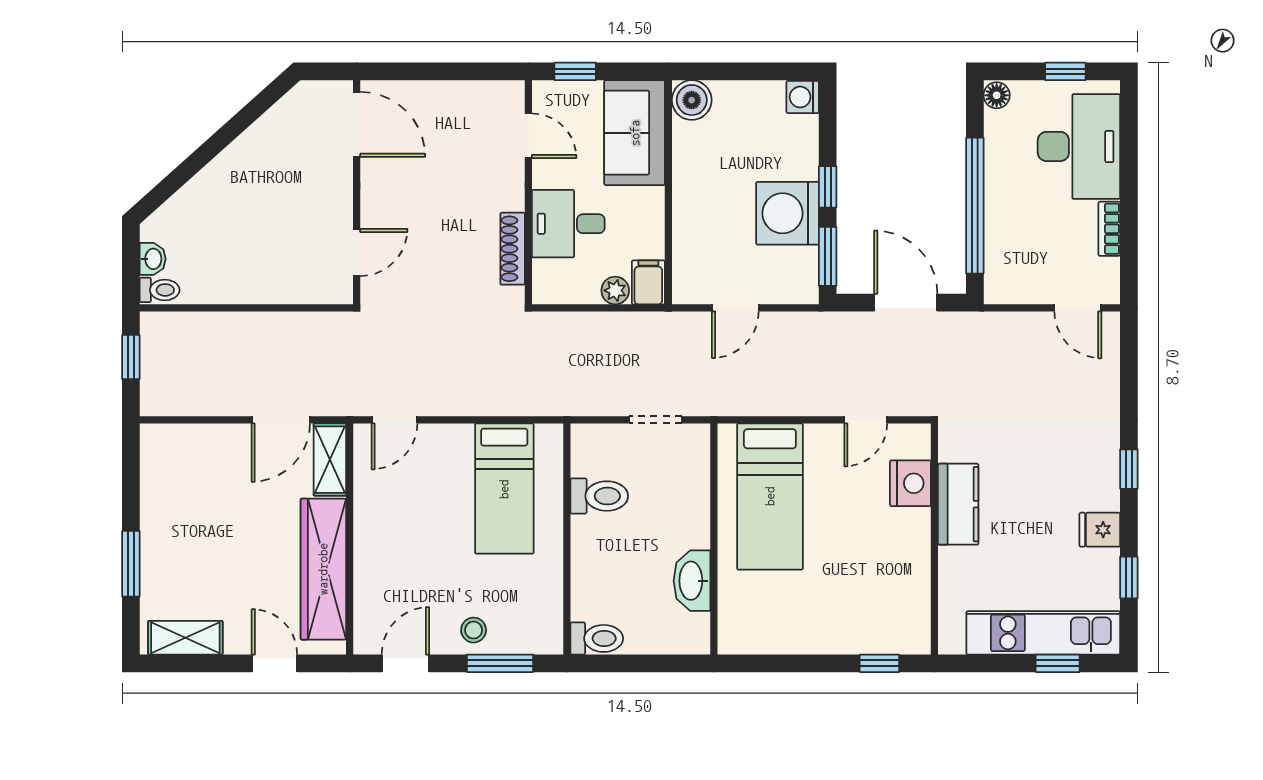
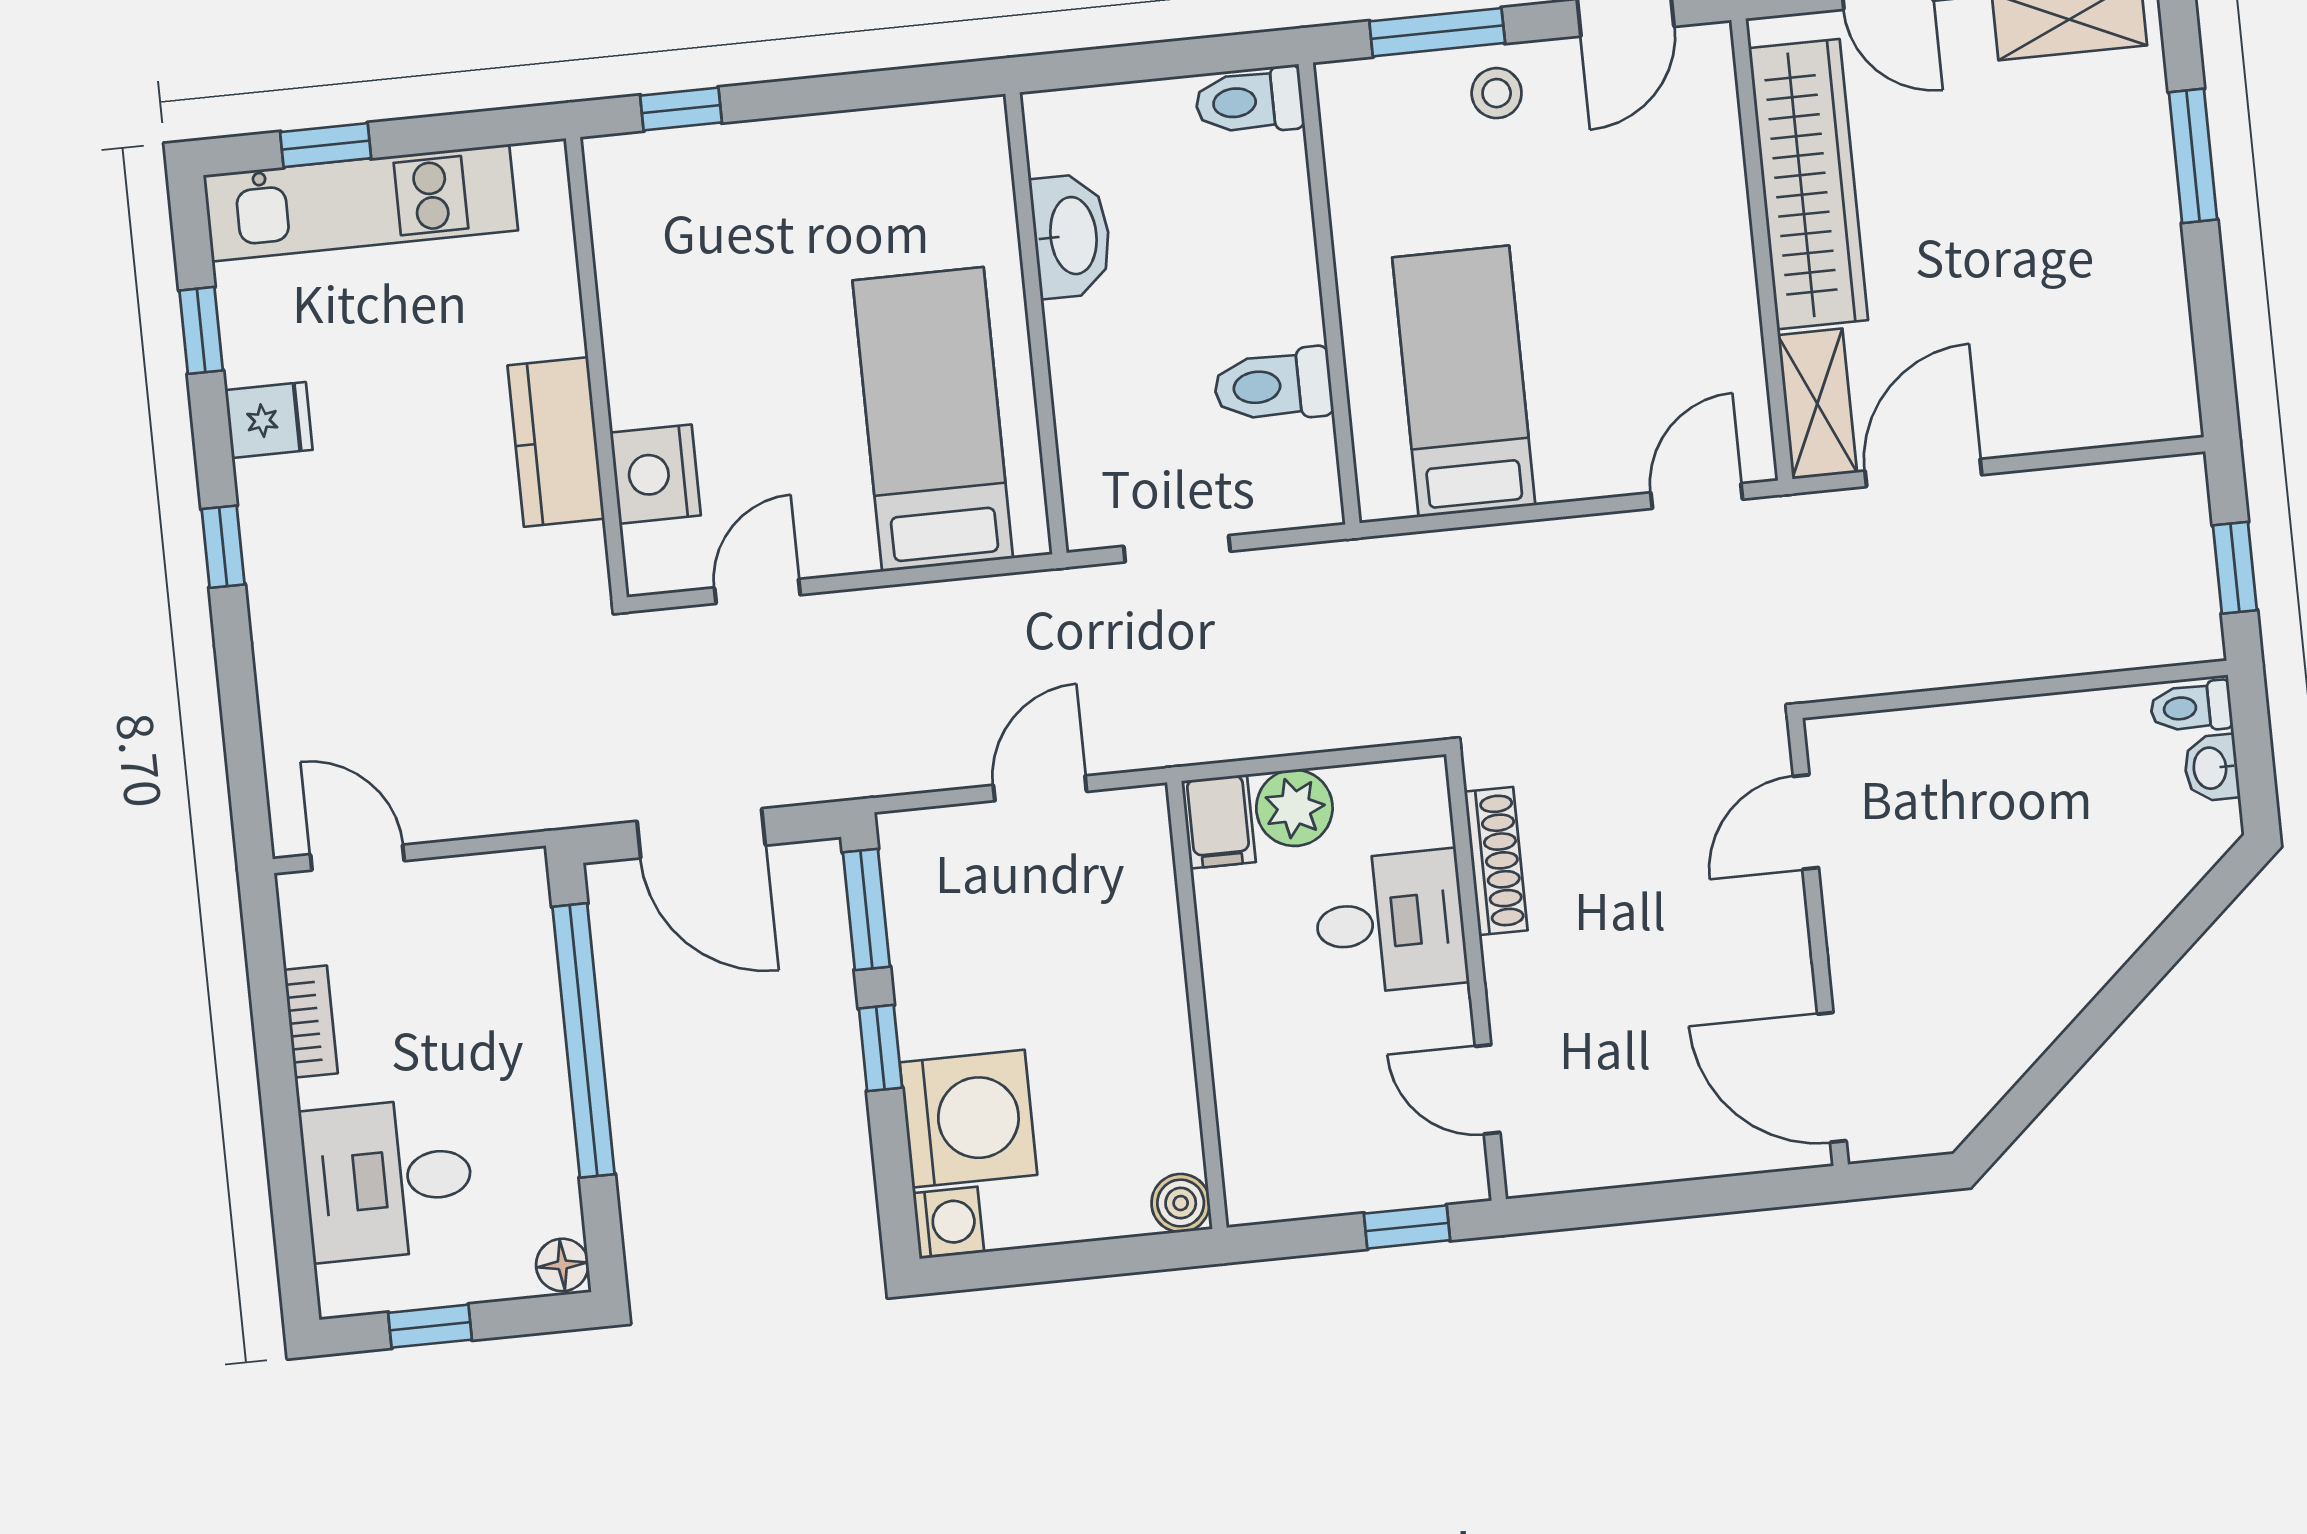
boiler: (692, 100) -> (1181, 1203), width x0.73, depth x0.73
sofa: (635, 133) -> (1276, 1117), removed
desk: (1079, 146) -> (388, 1179), width x0.73
washing machine: (788, 213) -> (968, 1119), moved
plant: (615, 290) -> (1294, 808), width x1.38, depth x1.38

